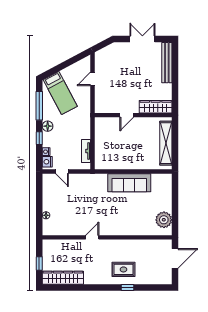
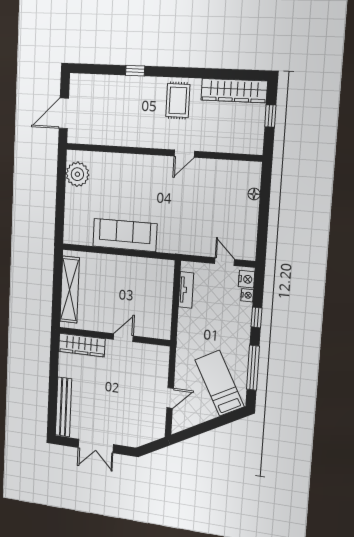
floor lamp: (48, 126) -> (242, 335), removed
rug: (123, 269) -> (178, 101), moved, turned 90

